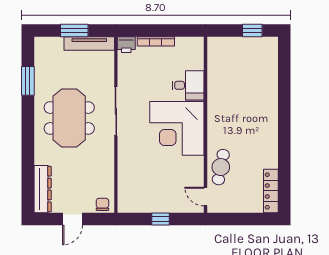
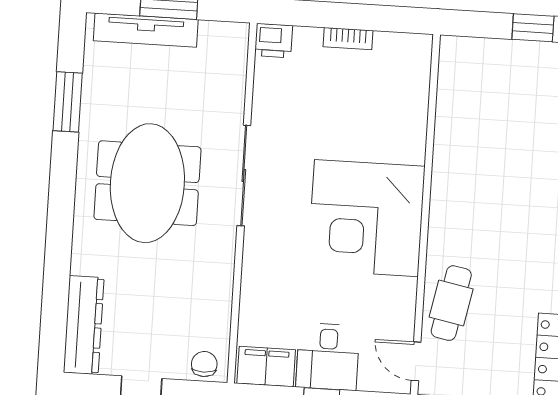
bookcase: (156, 41) -> (348, 39), width x0.64
tv unit: (89, 44) -> (146, 30), moved
desk: (188, 85) -> (328, 357), moved, turned 90
filing cabinet: (133, 204) -> (266, 367), added

